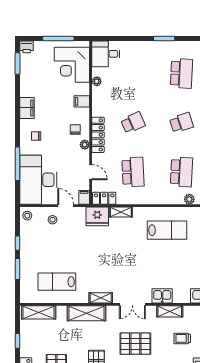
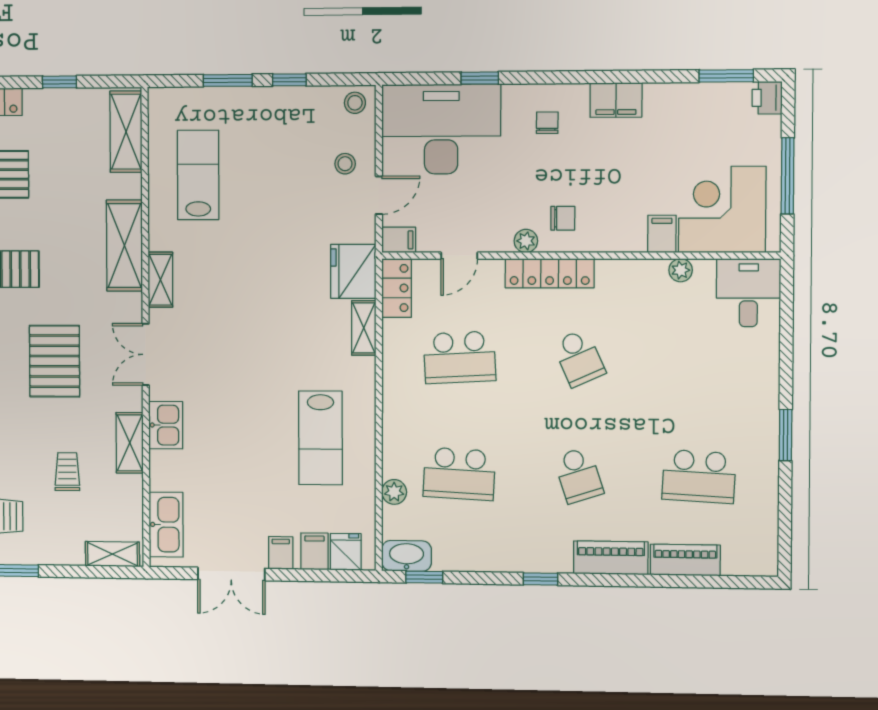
filing cabinet: (82, 101) -> (662, 234), moved
window: (18, 164) -> (480, 78), width x0.46

